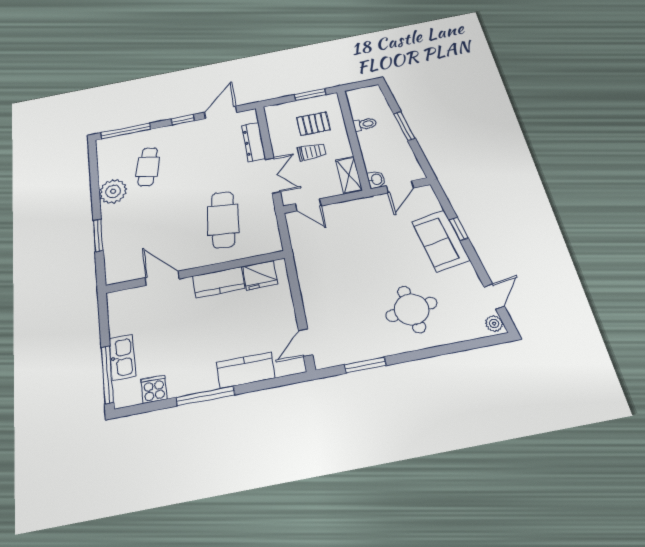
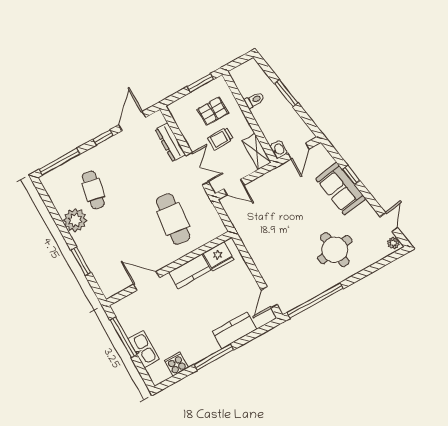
trolley: (312, 152) -> (220, 138), turned 180
window: (365, 365) -> (315, 301), width x2.11
window: (107, 374) -> (123, 337), moved

